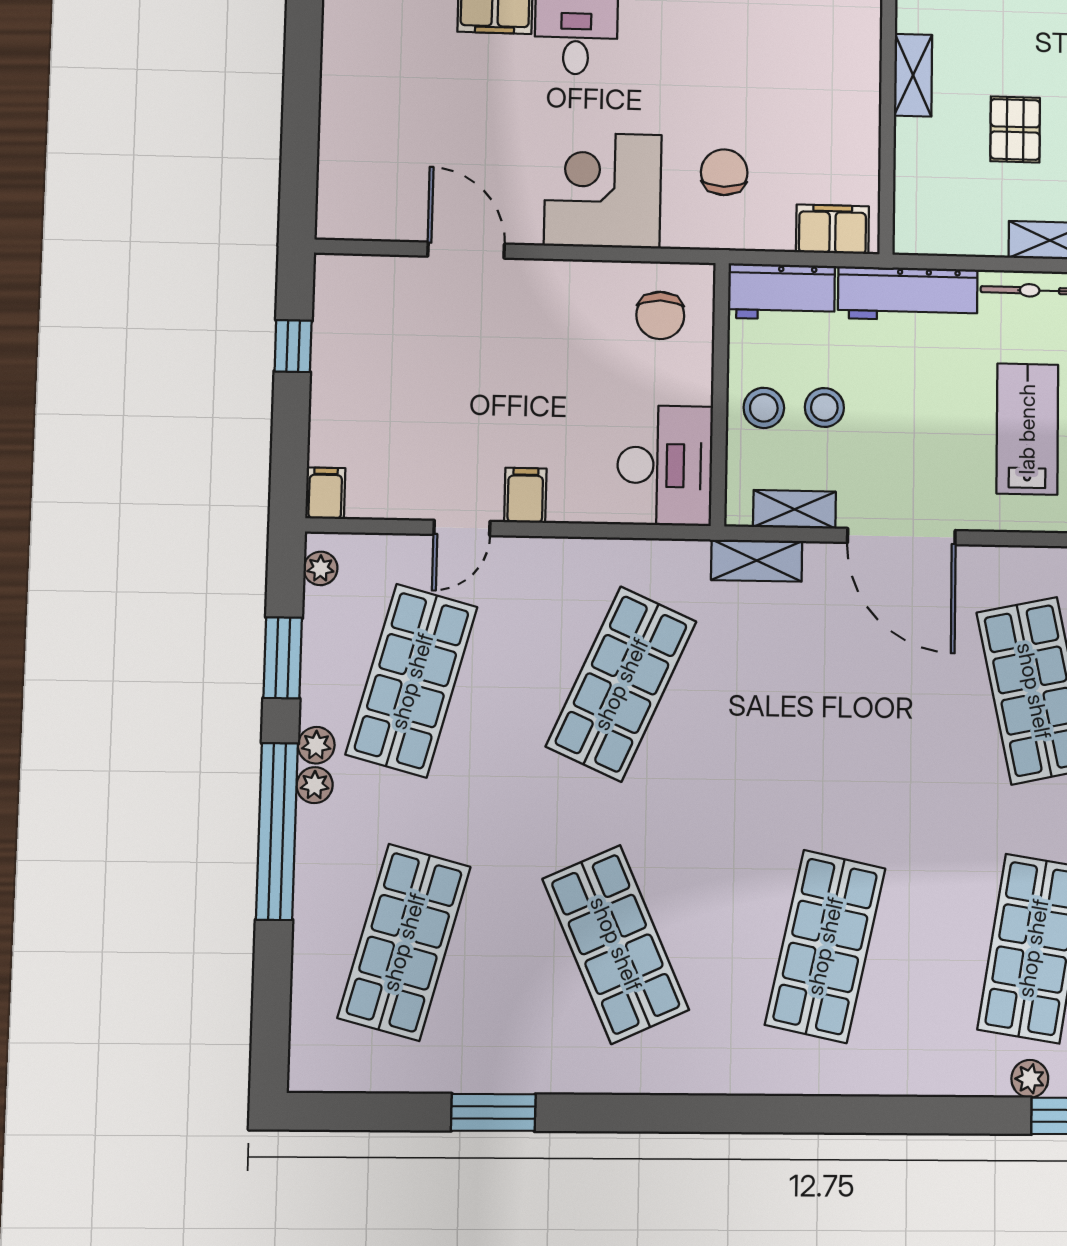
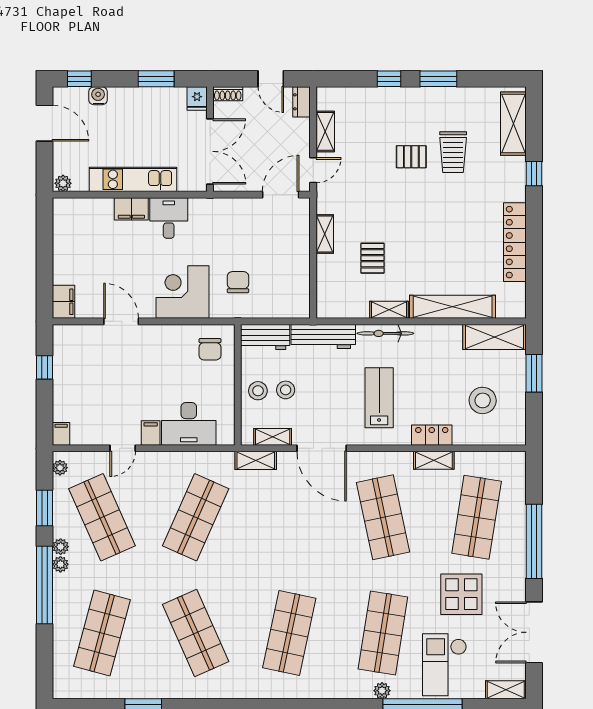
filing cabinet: (833, 229) -> (64, 302), moved, turned 90
desk: (665, 465) -> (189, 424), moved, turned 90
shop shelf: (412, 681) -> (102, 517), turned -39

